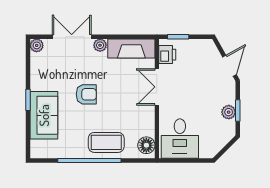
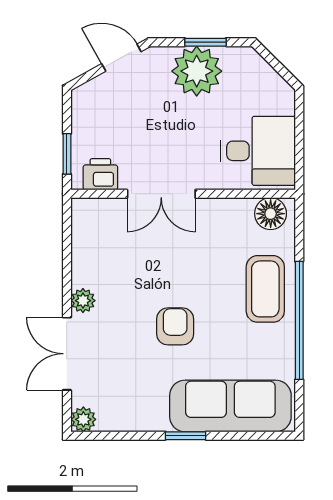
fireplace: (131, 48) -> (89, 242), removed
plant: (229, 112) -> (197, 71), width x1.88, depth x1.88
sofa: (44, 115) -> (230, 406), width x1.36

